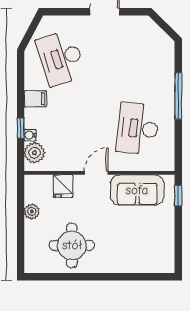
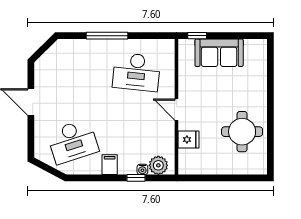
sofa: (137, 190) -> (219, 53), moved, turned 90
plant: (32, 211) -> (211, 168), removed

